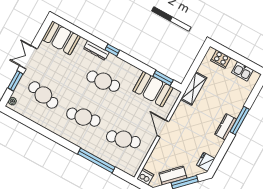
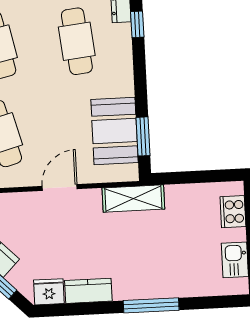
shelving: (194, 89) -> (133, 199), moved
kitchen counter: (226, 127) -> (88, 291), moved

